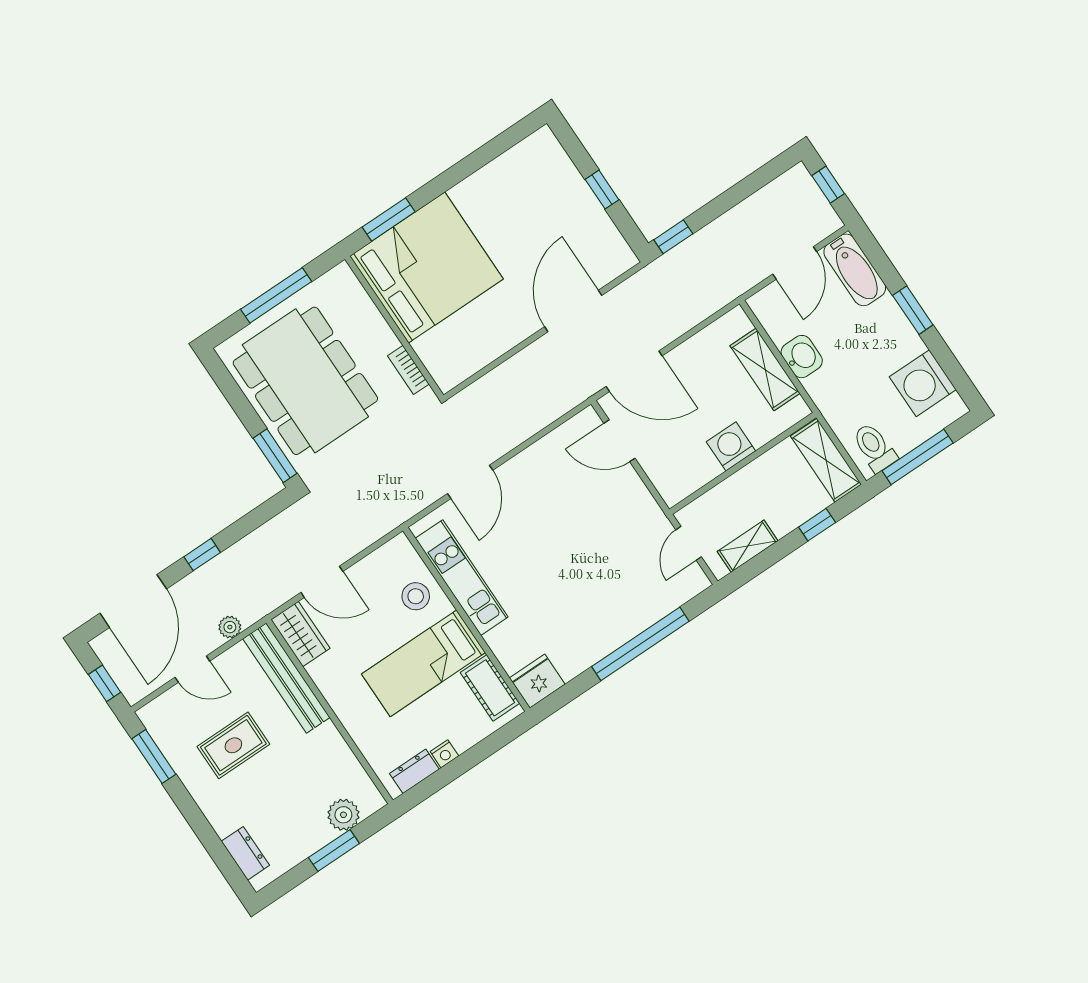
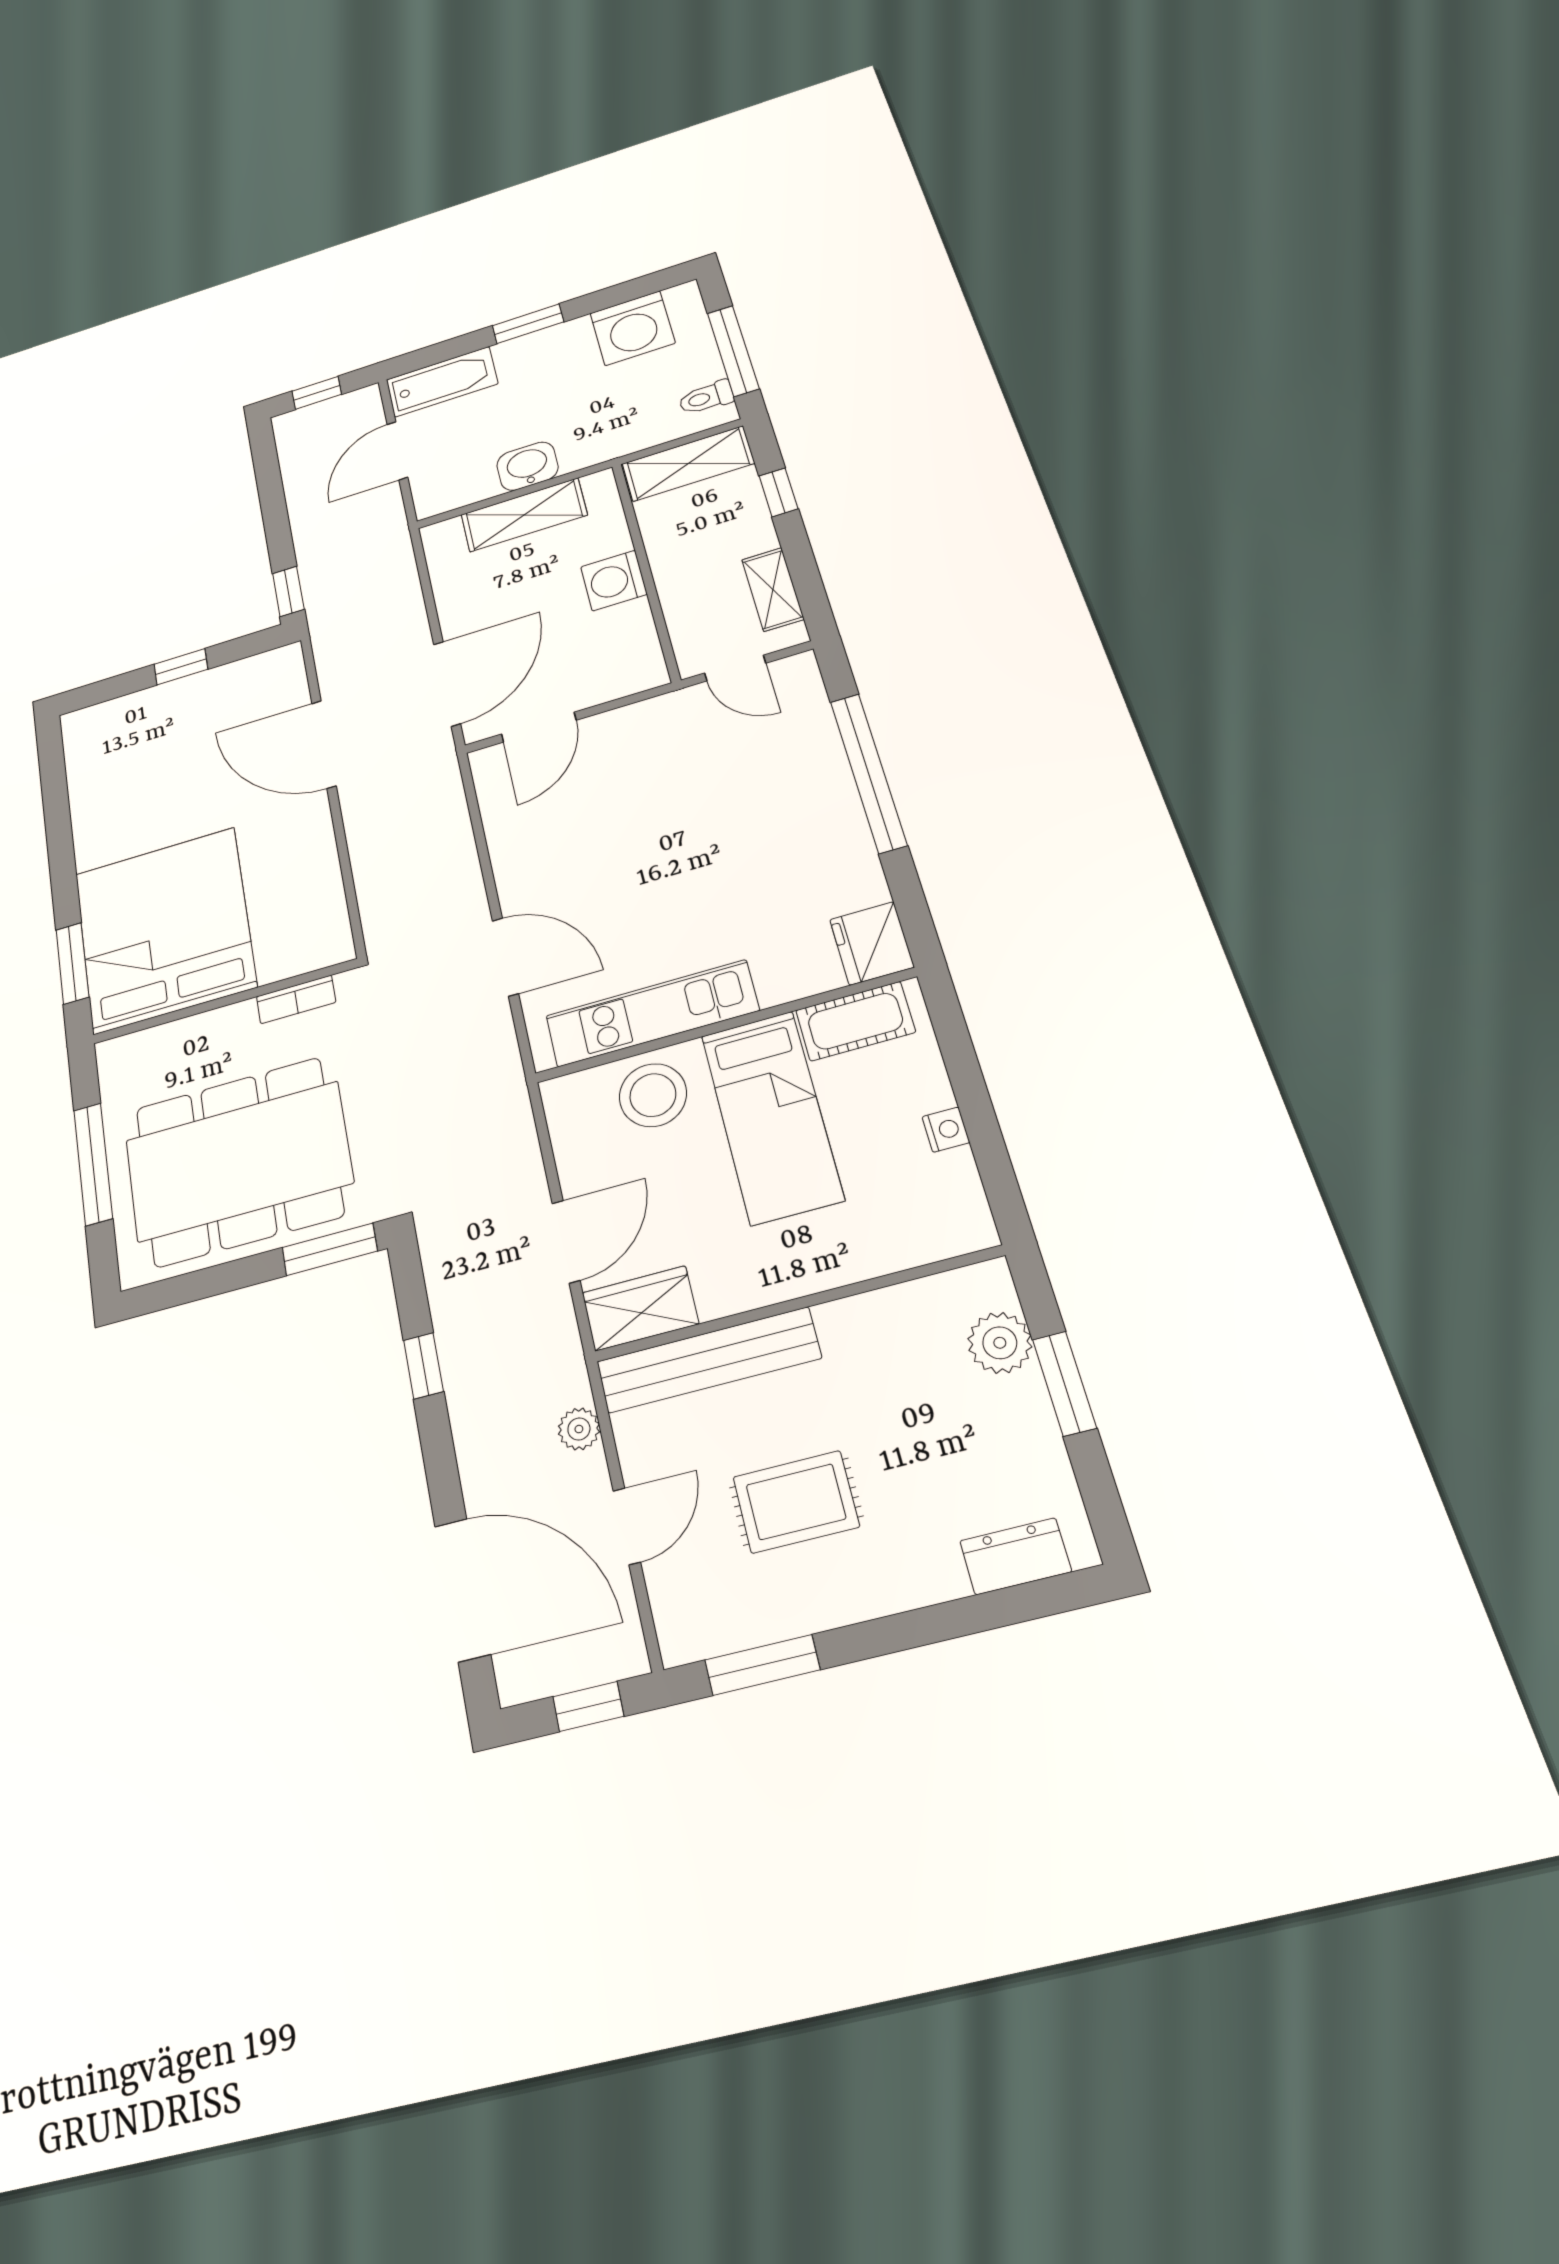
door: (795, 263) -> (397, 451), swing flipped
toilet: (874, 448) -> (706, 398), width x0.73, depth x0.72
window: (202, 555) -> (423, 1366), moved
stool: (416, 596) -> (653, 1095), width x1.38, depth x1.38
rug: (233, 745) -> (796, 1502), turned 90
dresser: (414, 771) -> (960, 1191), removed

